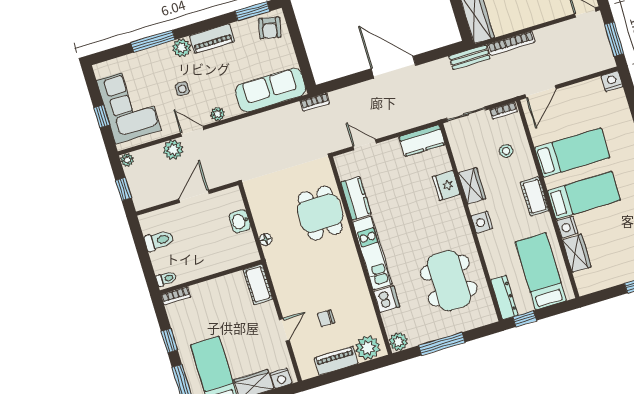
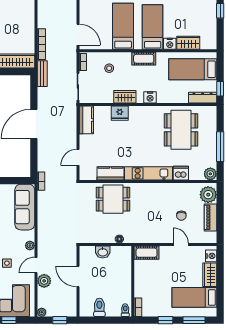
dining table: (449, 281) -> (181, 130), turned 90

